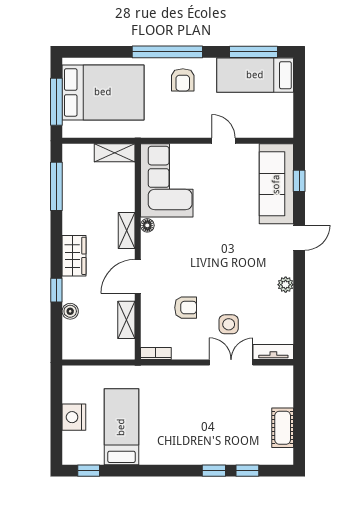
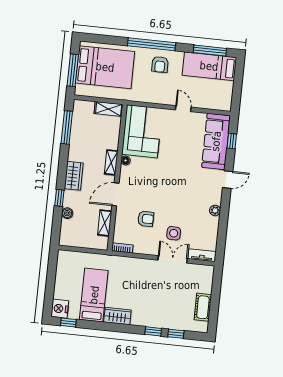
nightstand: (74, 417) -> (60, 309), moved
wardrobe: (159, 454) -> (117, 316), added

